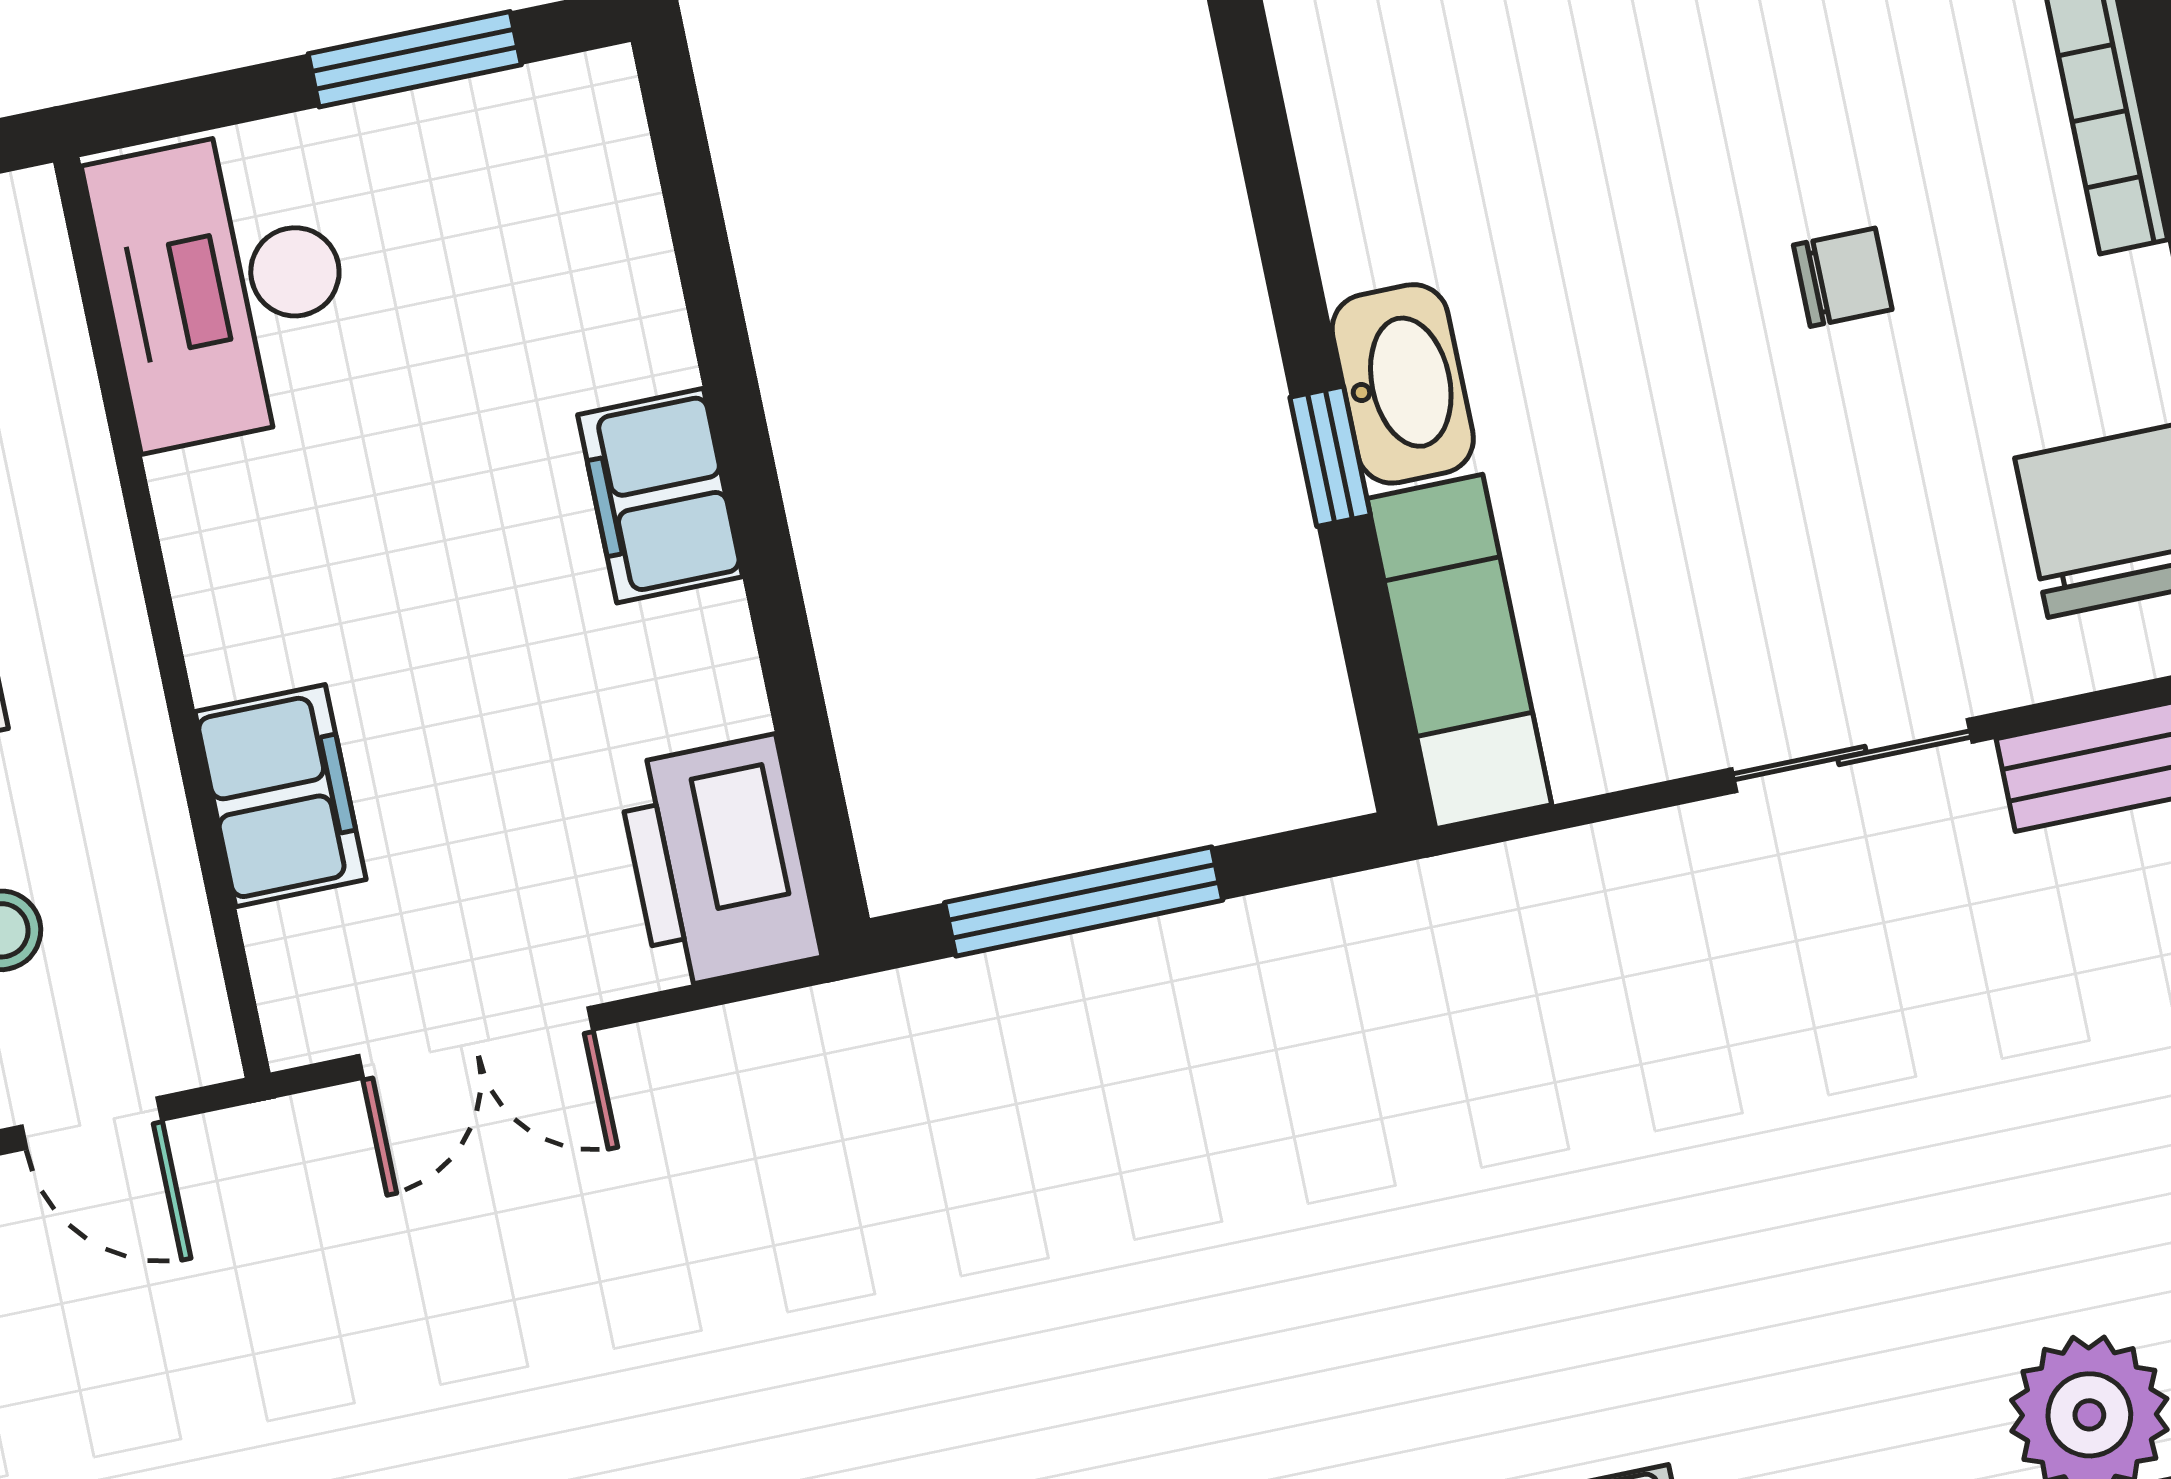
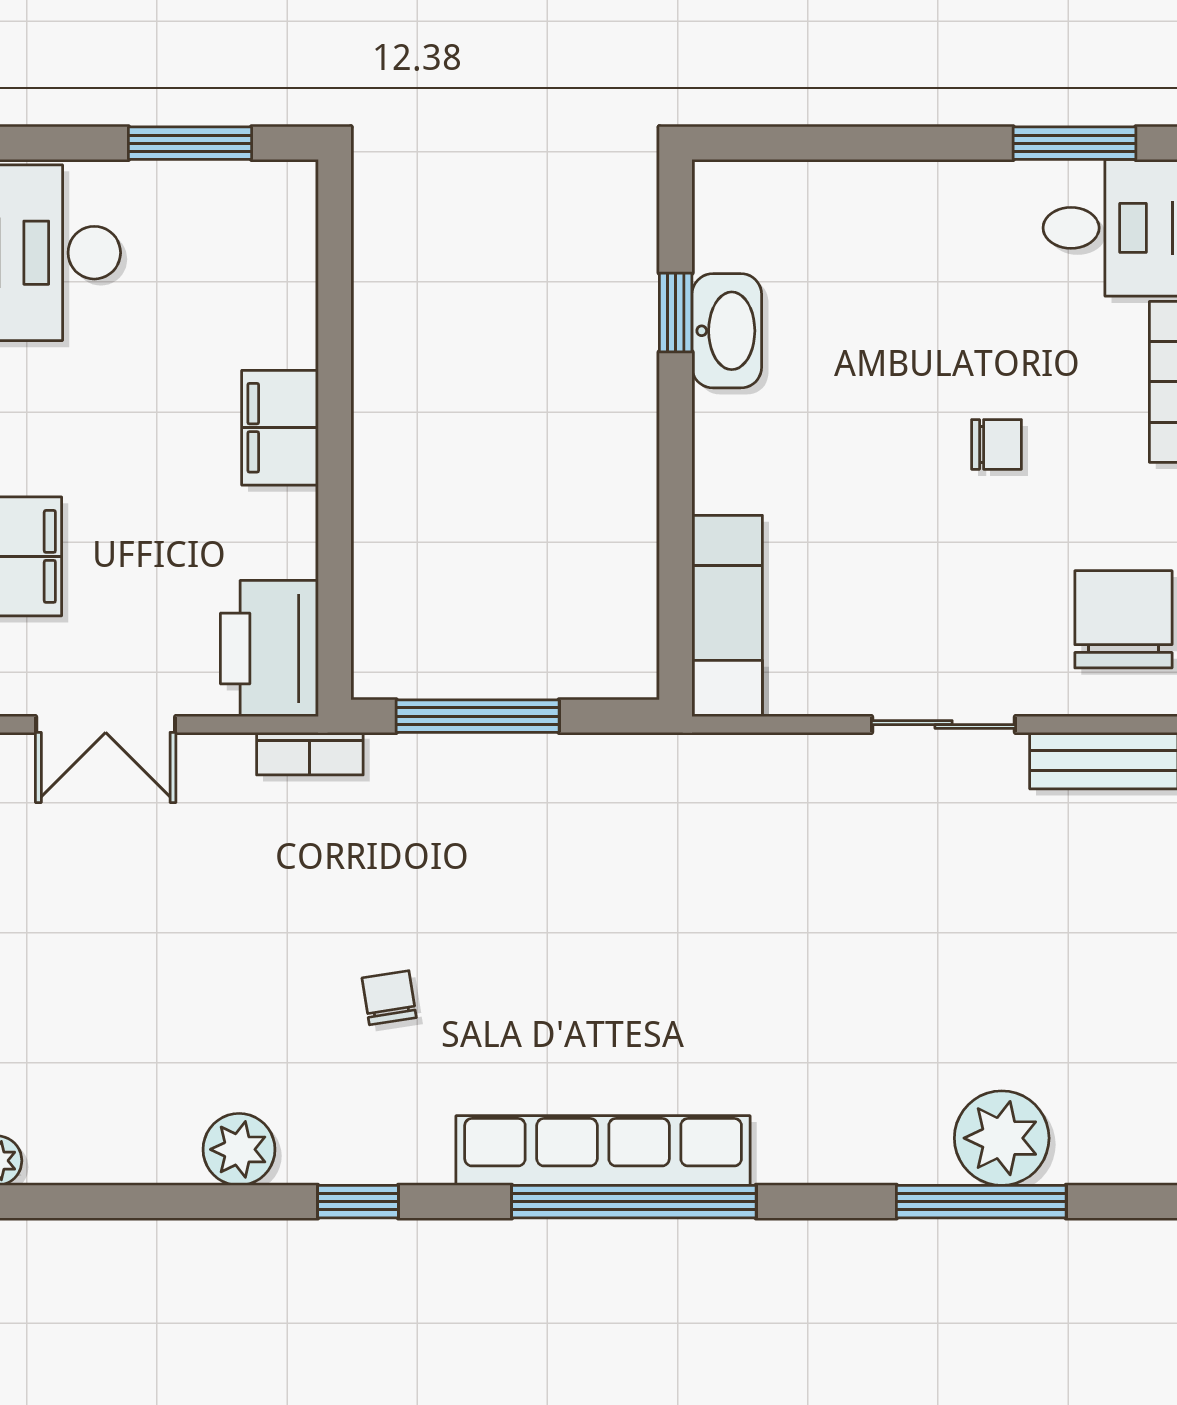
washbasin: (1403, 384) -> (727, 331), moved
window: (1330, 456) -> (676, 313), moved
bookcase: (821, 1021) -> (310, 754), added
chair: (1035, 1395) -> (389, 998), added

